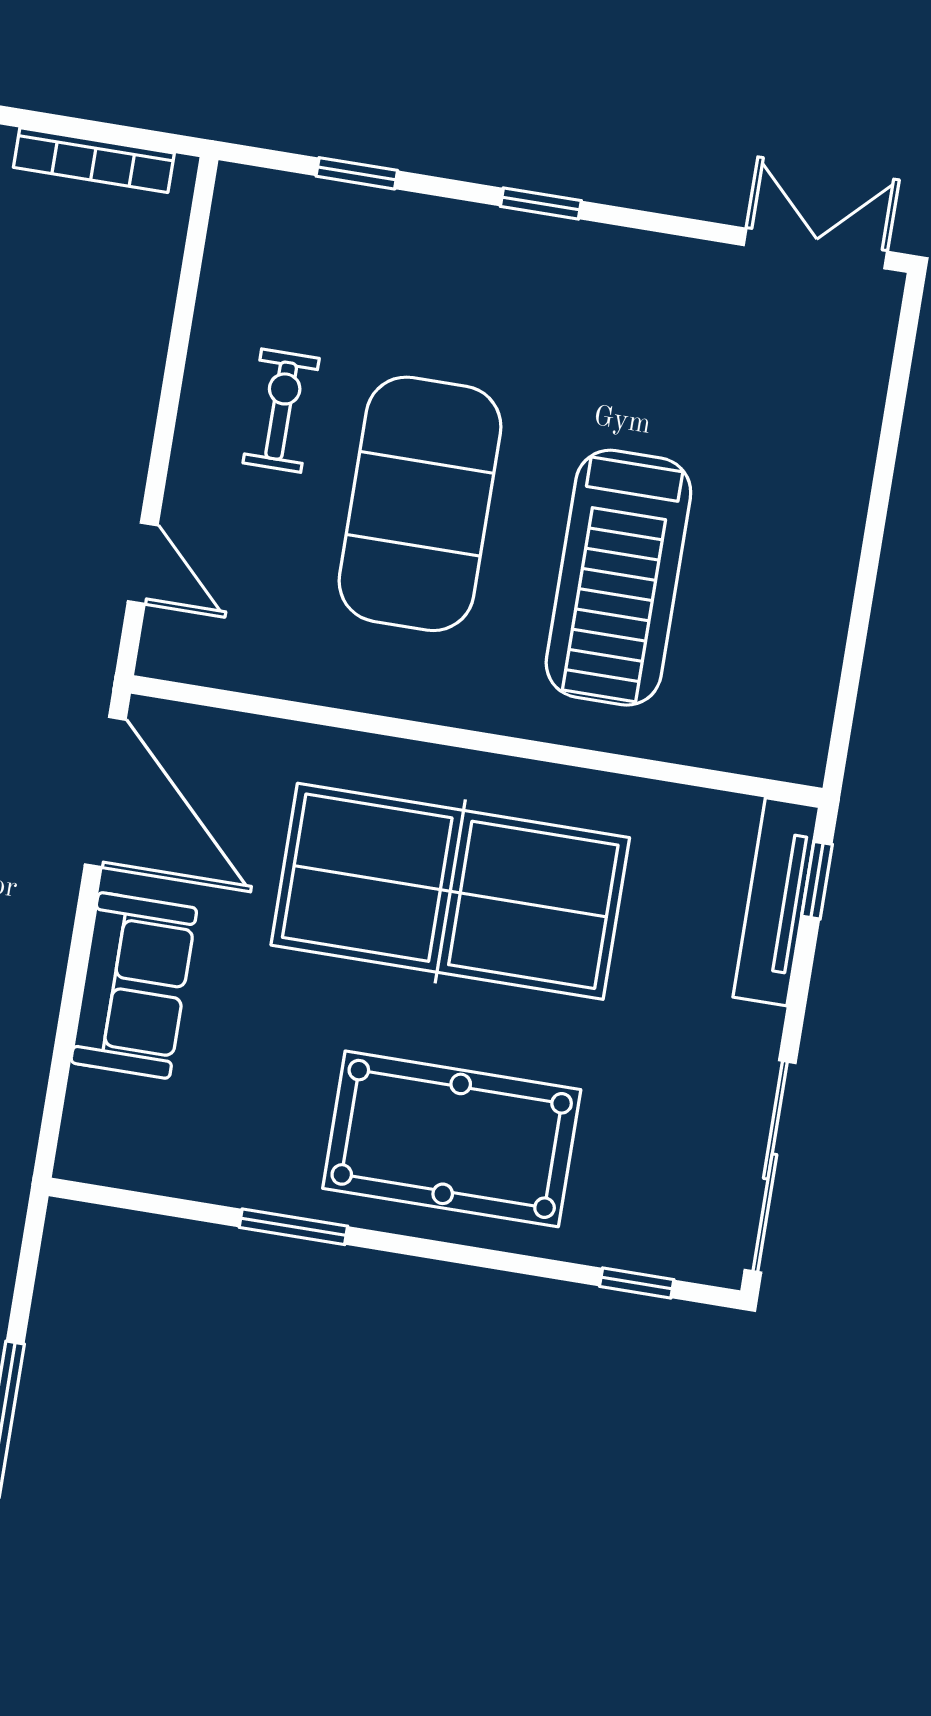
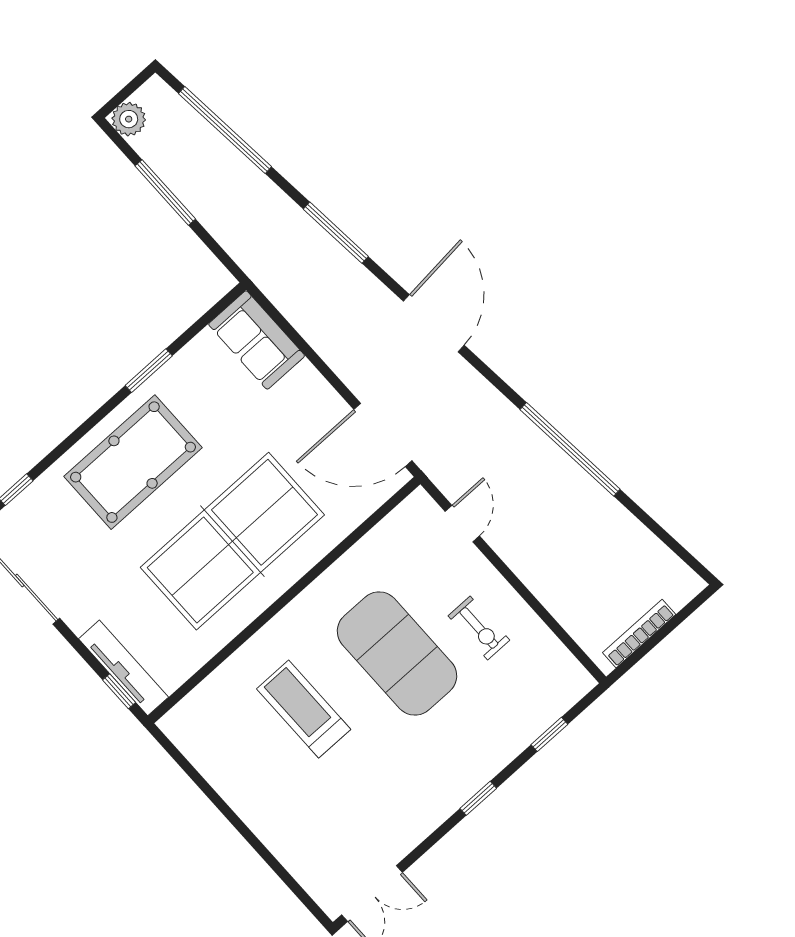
door: (143, 563) -> (462, 524), swing flipped
treadmill: (618, 578) -> (304, 709), width x0.73, depth x0.73
sofa: (134, 985) -> (257, 340), moved

